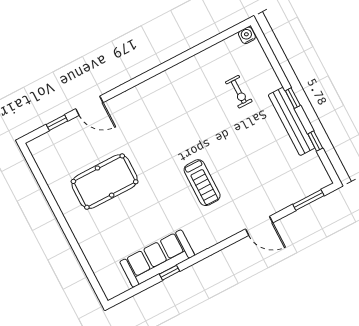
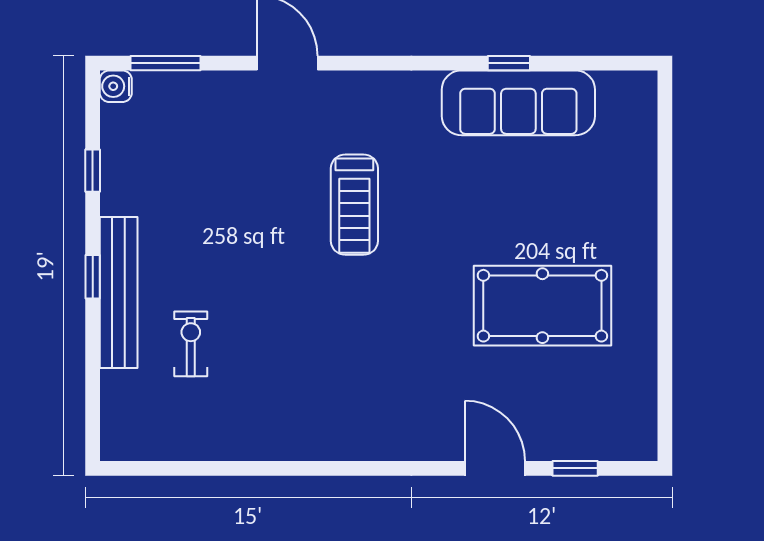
water cooler: (247, 35) -> (116, 86), moved, turned 90
bench: (292, 121) -> (119, 292), moved
treadmill: (202, 183) -> (354, 205), turned 180

